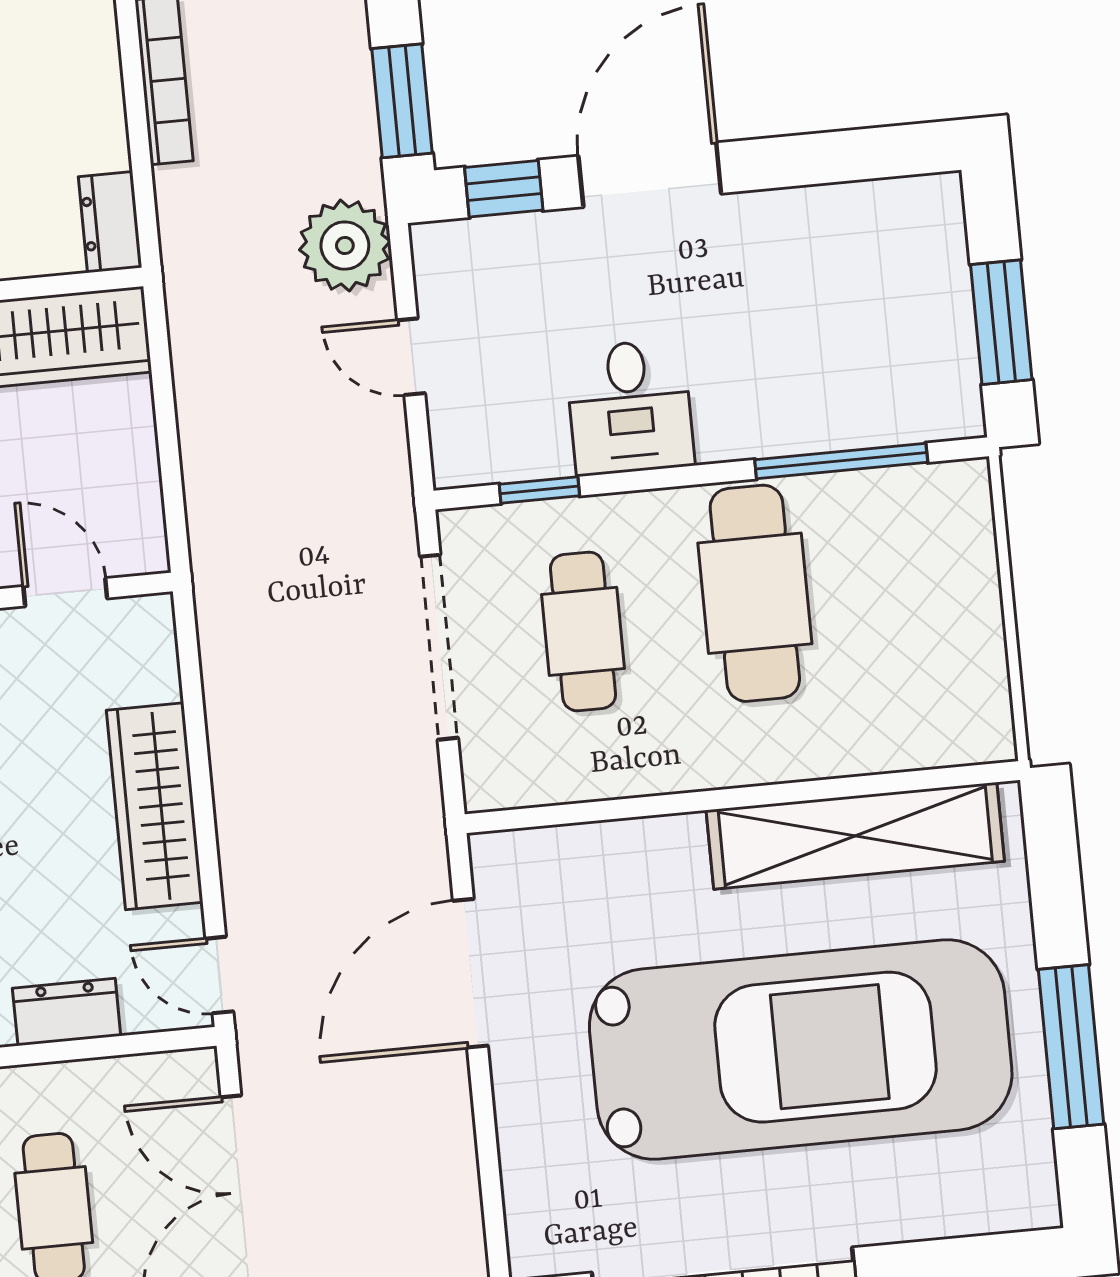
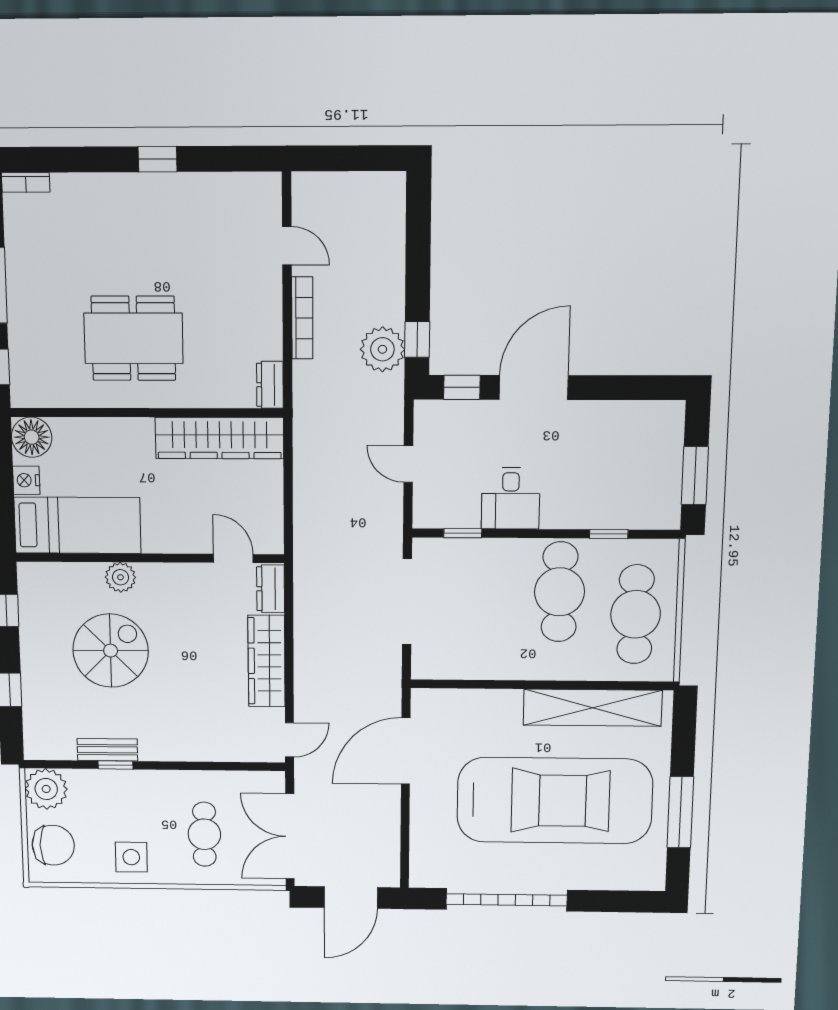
window: (402, 101) -> (417, 339), width x0.67
plant: (345, 246) -> (382, 349), moved
window: (841, 461) -> (609, 534), width x0.46
cafe table: (583, 631) -> (636, 614), moved, width x1.37, depth x1.35
door: (219, 975) -> (289, 740), swing flipped
dresser: (67, 1012) -> (271, 589), moved, turned -90

